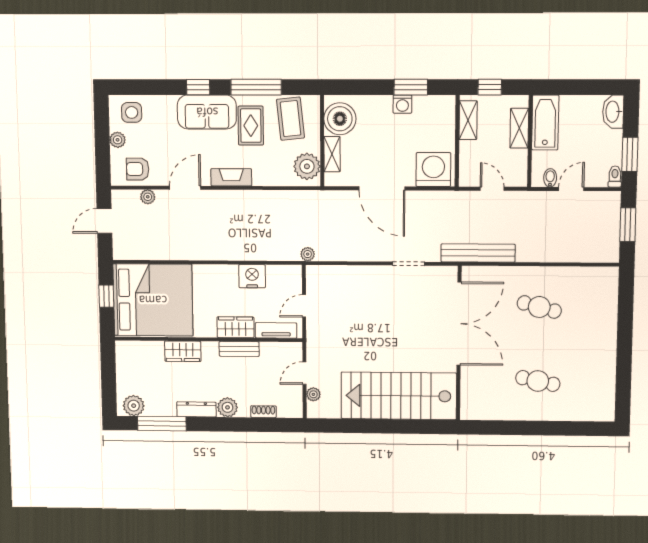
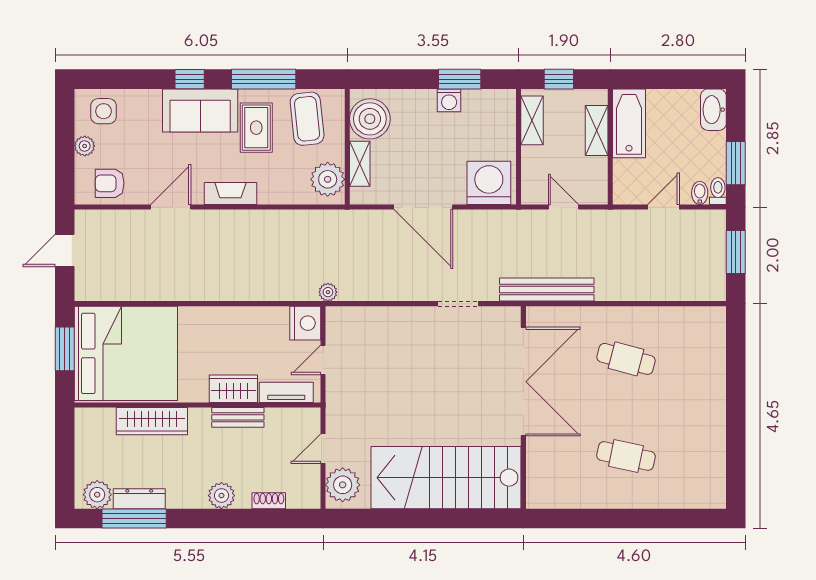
bidet: (550, 178) -> (700, 193), moved
plant: (148, 197) -> (122, 219), removed
nightstand: (252, 276) -> (305, 323), moved, turned 90
window: (106, 296) -> (65, 349), width x1.50
wardrobe: (183, 351) -> (152, 421), width x1.50
plant: (313, 394) -> (343, 485), width x1.88, depth x1.88
dresser: (196, 409) -> (139, 499), moved

